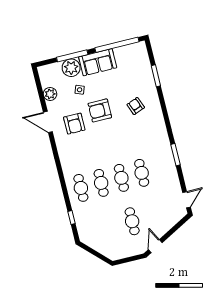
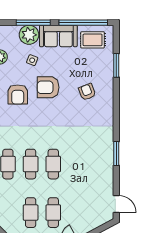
rug: (129, 58) -> (93, 40), added
cafe table: (142, 173) -> (31, 213), moved
door: (187, 200) -> (116, 204), hinge flipped

